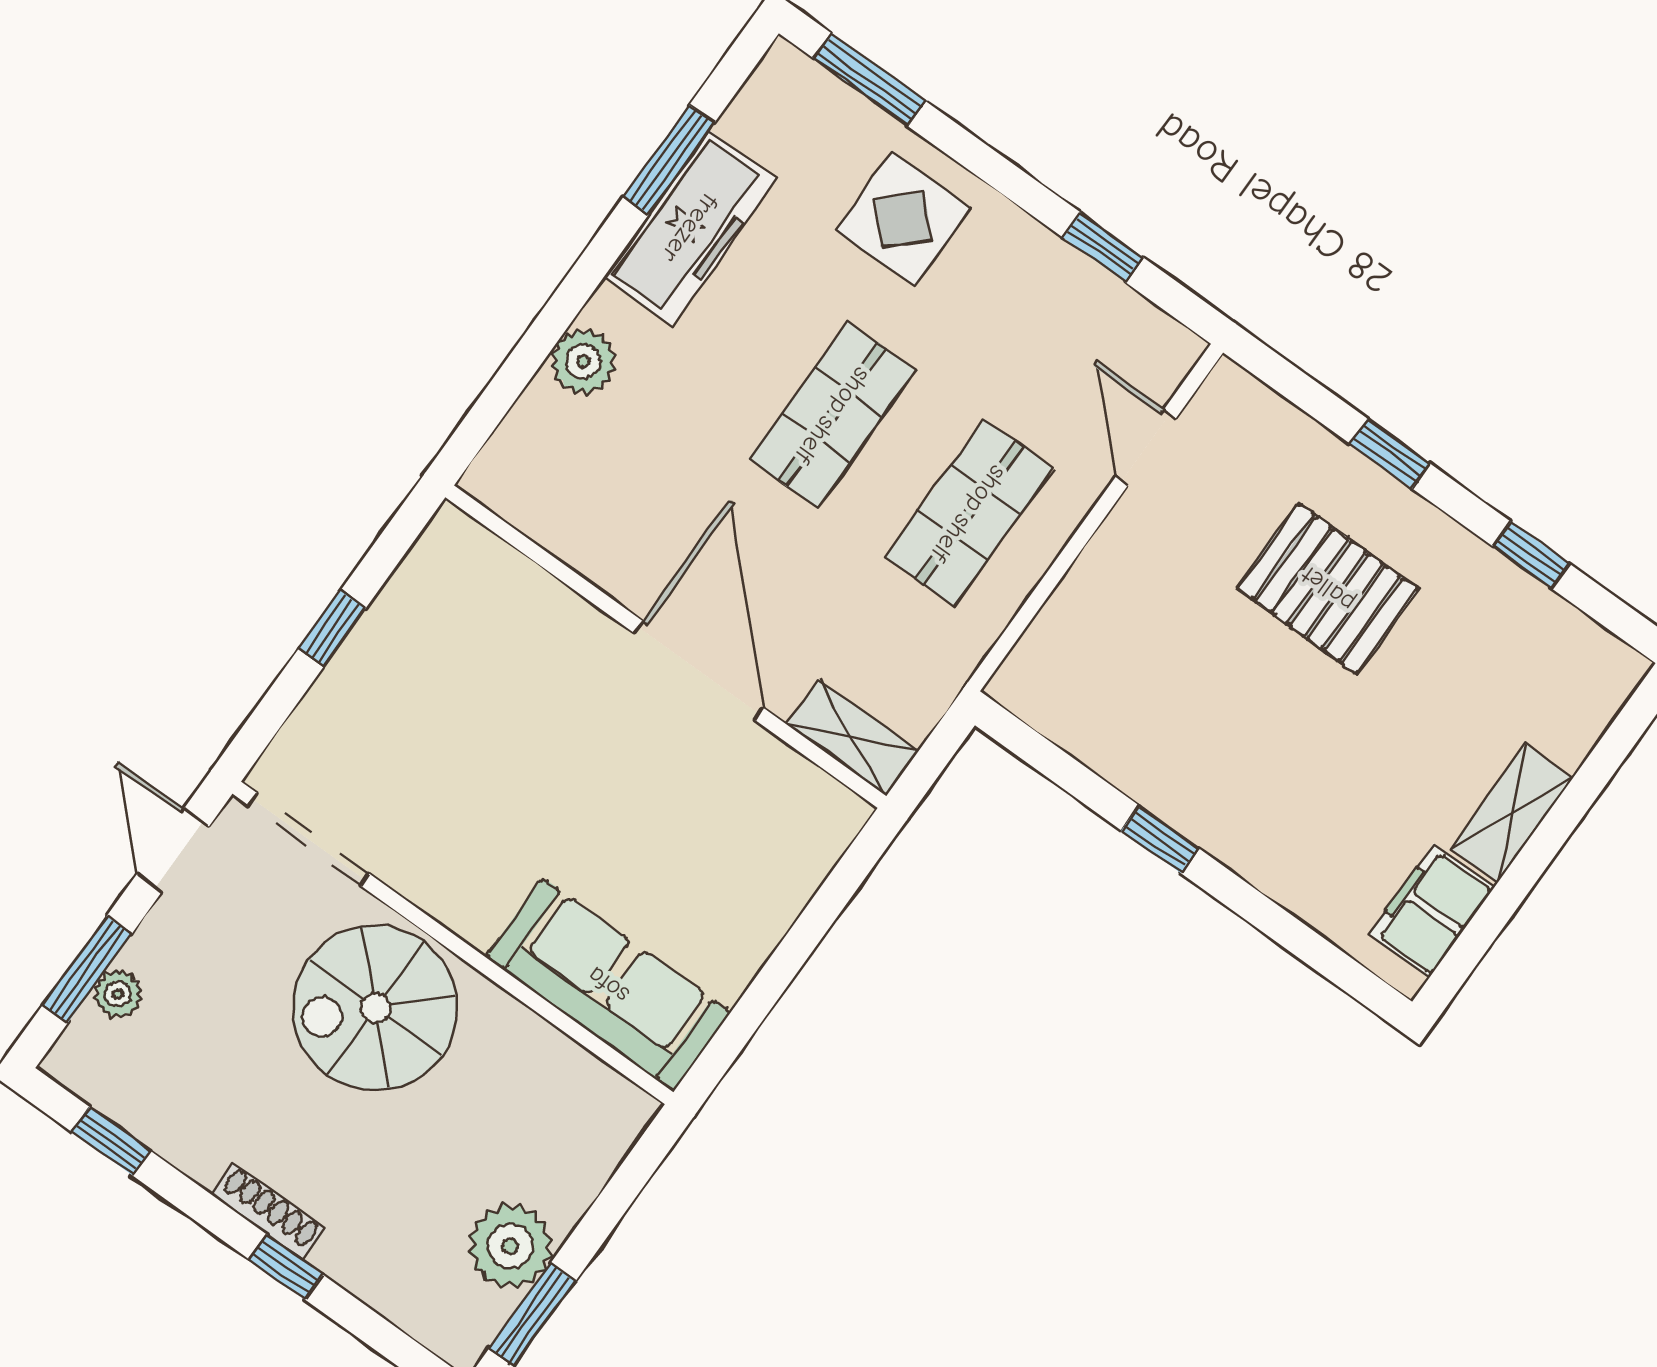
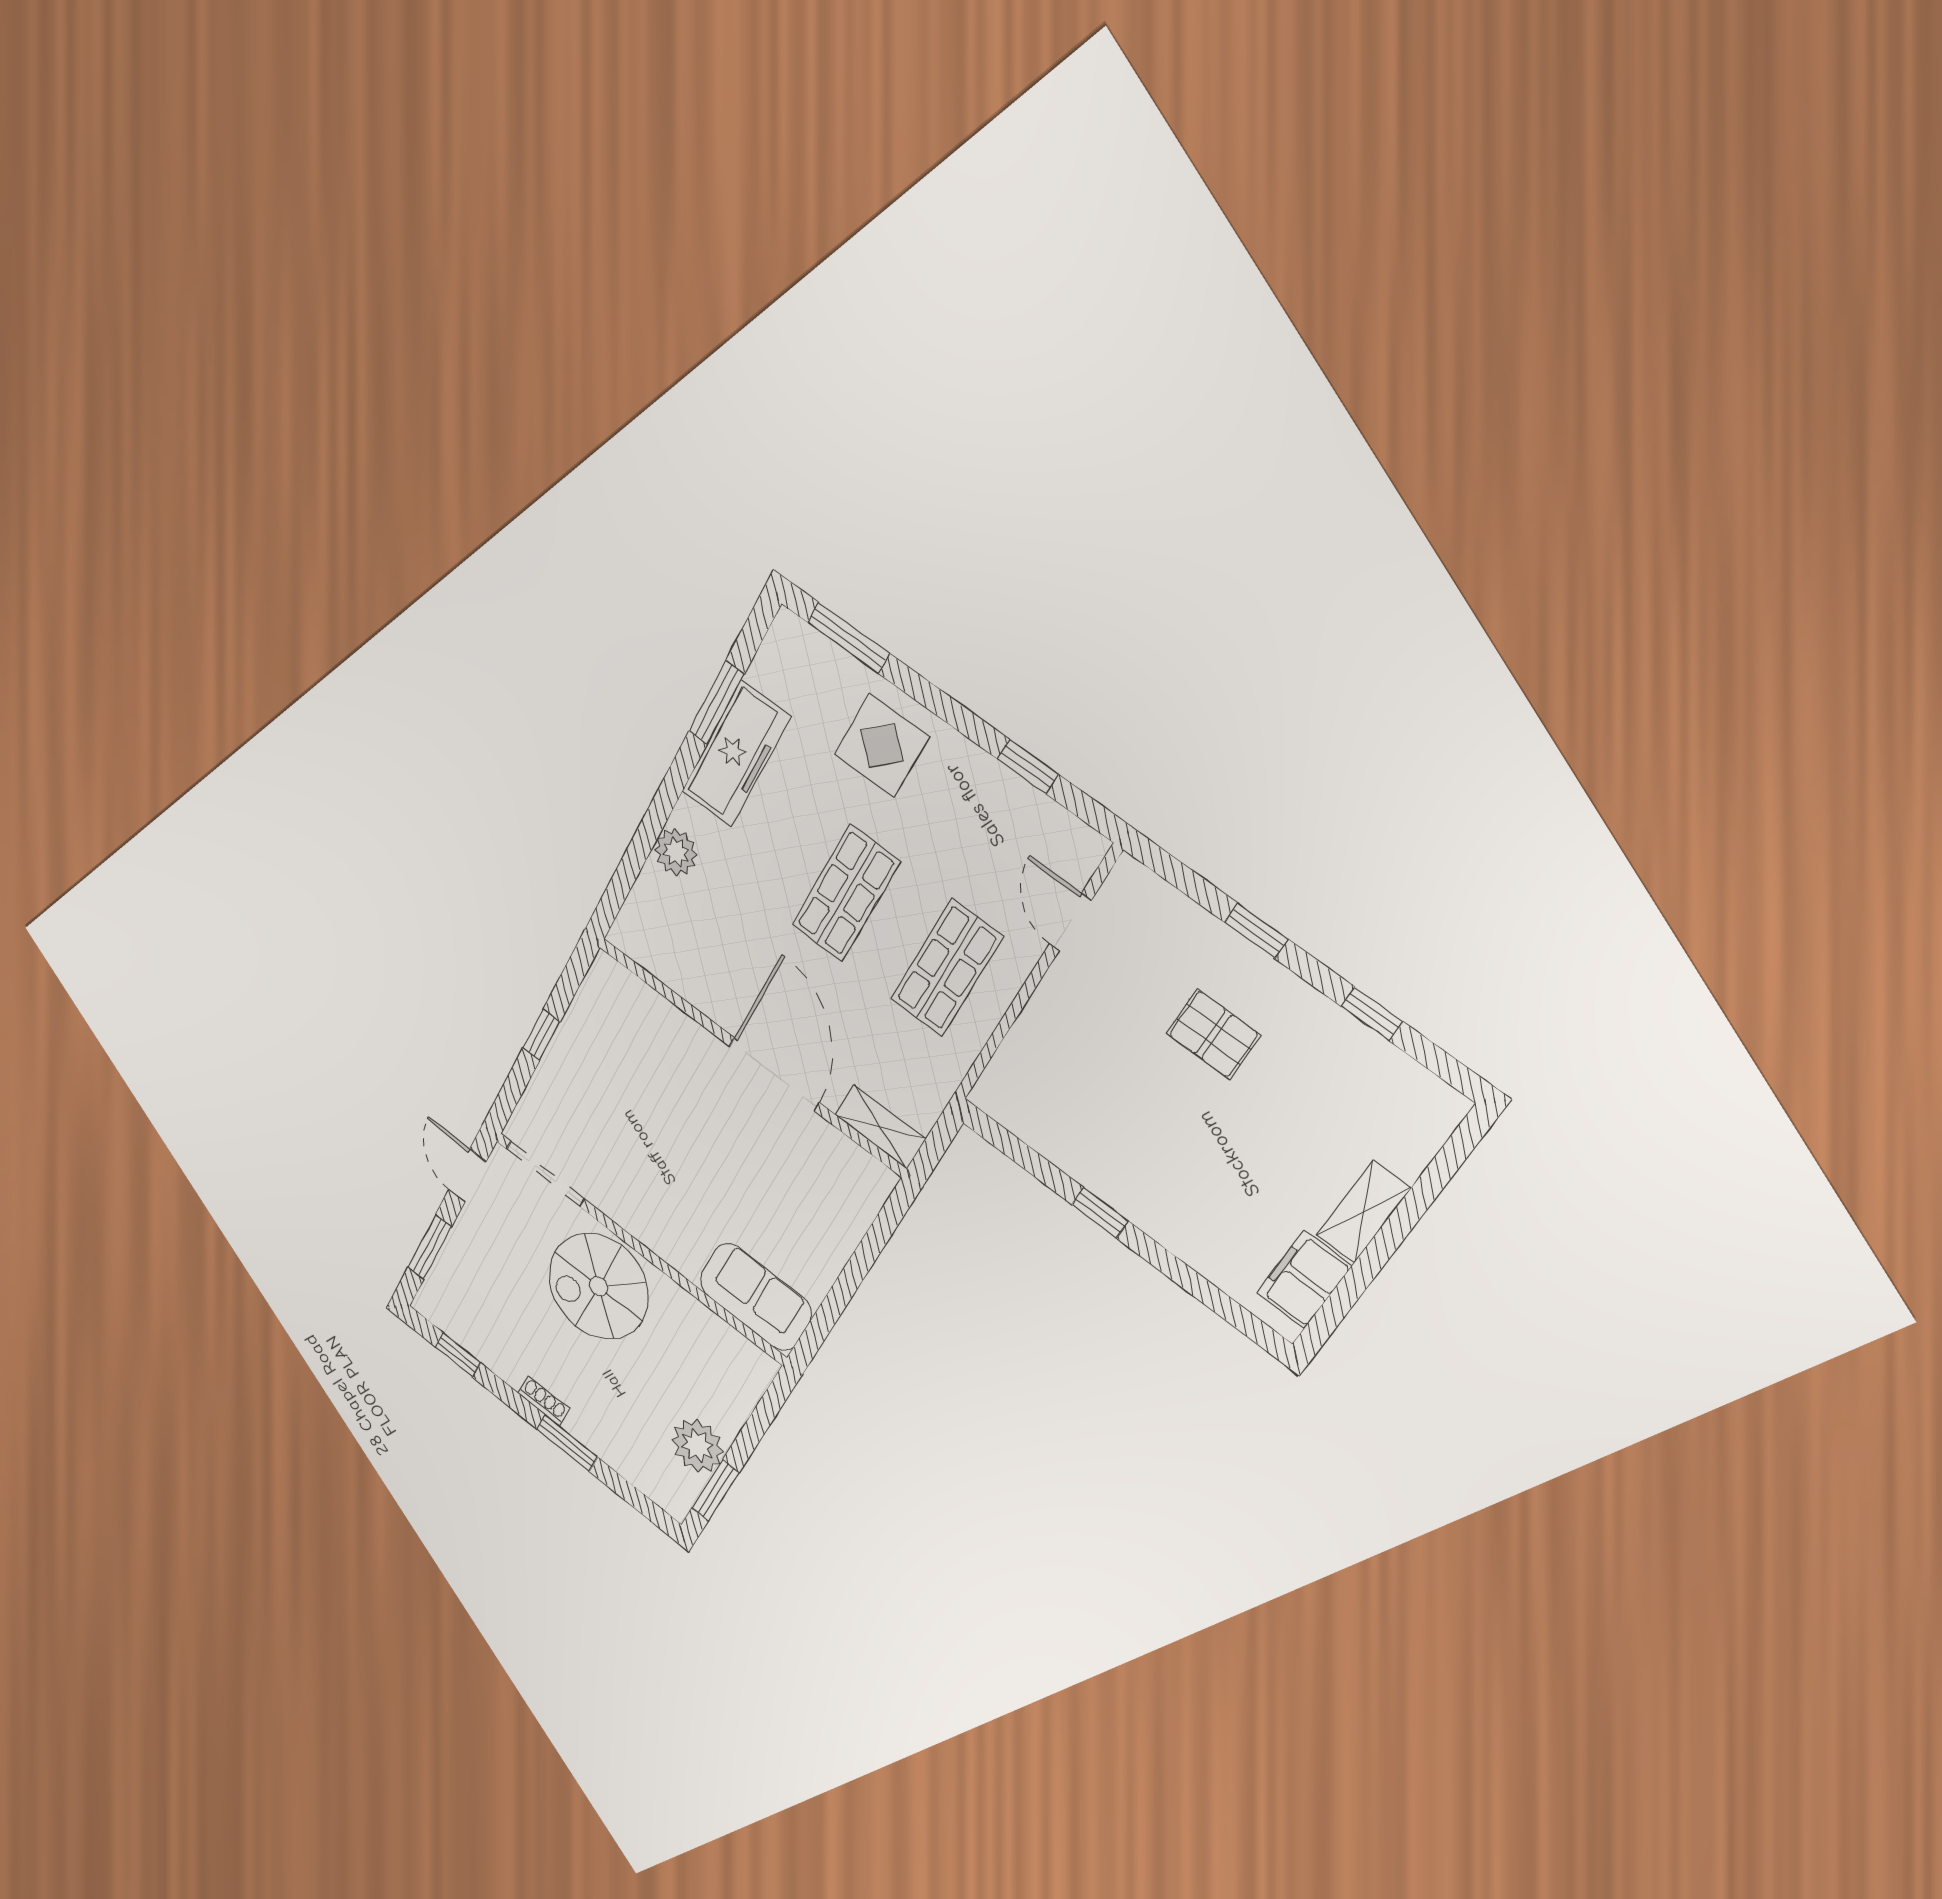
pallet: (1328, 589) -> (1213, 1034), width x0.67, depth x0.71
sofa: (608, 985) -> (756, 1297), width x0.73
plant: (118, 994) -> (449, 1264), removed
shoe rack: (268, 1212) -> (544, 1401), width x0.70
window: (286, 1267) -> (567, 1443), width x1.50

